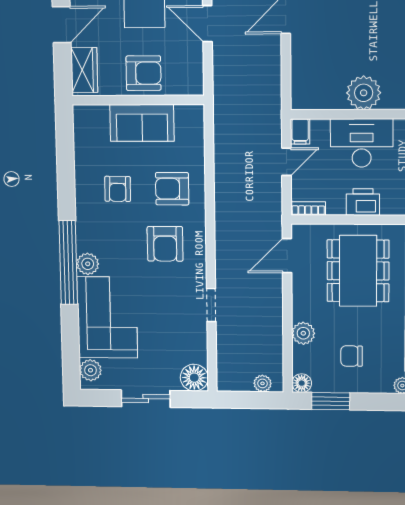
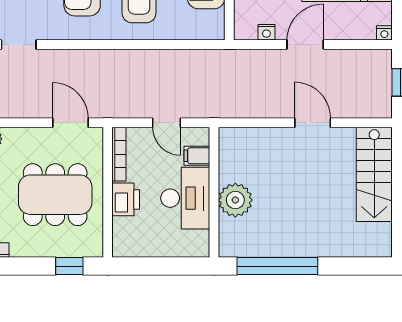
nightstand: (196, 63) -> (266, 32), added
filing cabinet: (300, 131) -> (197, 156), moved
bookcase: (308, 208) -> (119, 154), width x1.56

